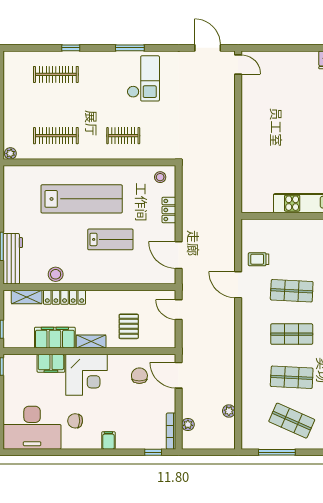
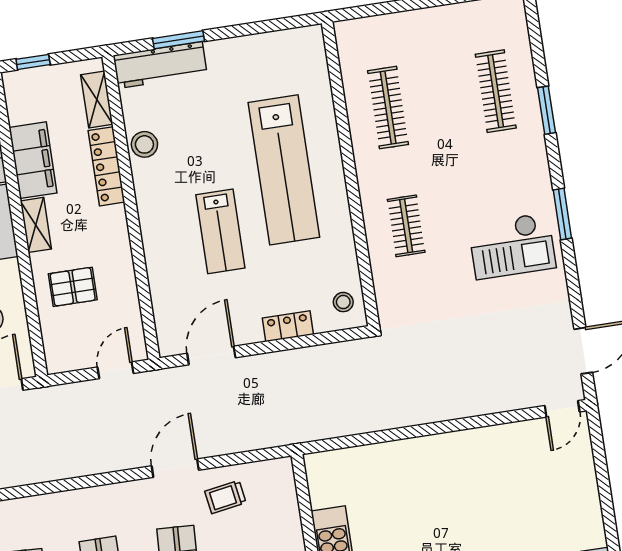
window: (71, 48) -> (546, 110), width x1.50
plant: (10, 153) -> (345, 32), removed
trolley: (259, 259) -> (225, 497), turned -99

